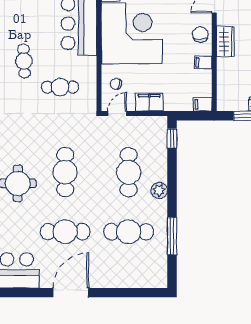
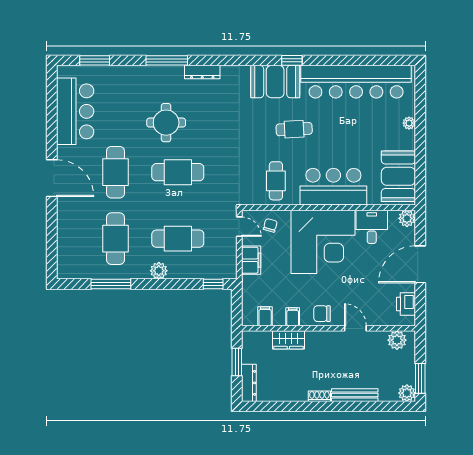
chair: (200, 34) -> (322, 314), turned 180
wardrobe: (225, 42) -> (288, 340), moved
cafe table: (60, 87) -> (276, 181), moved
filing cabinet: (203, 104) -> (265, 316), moved

